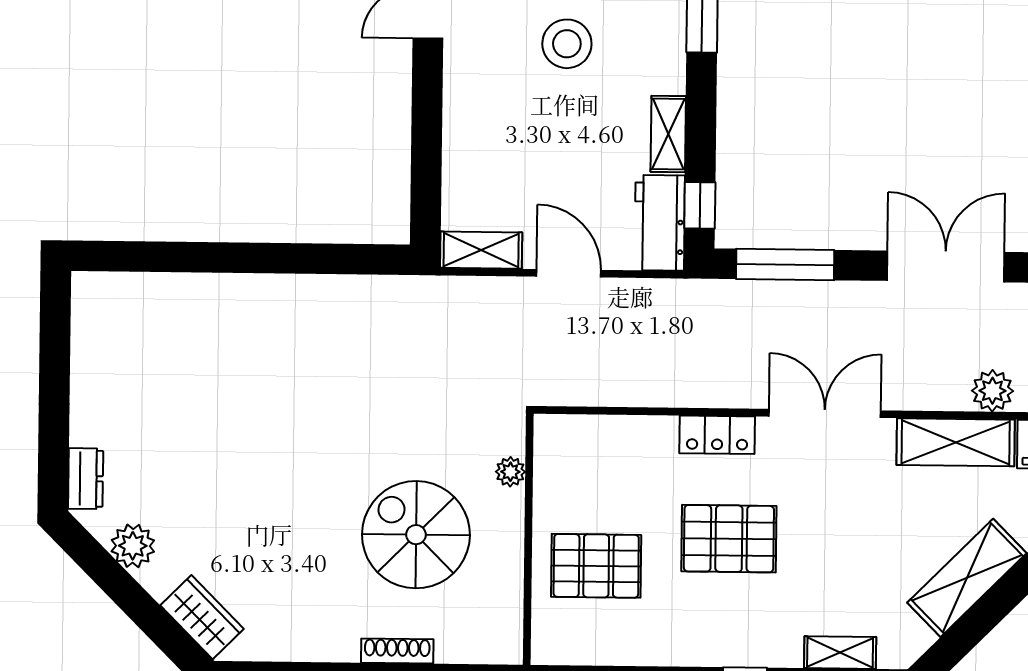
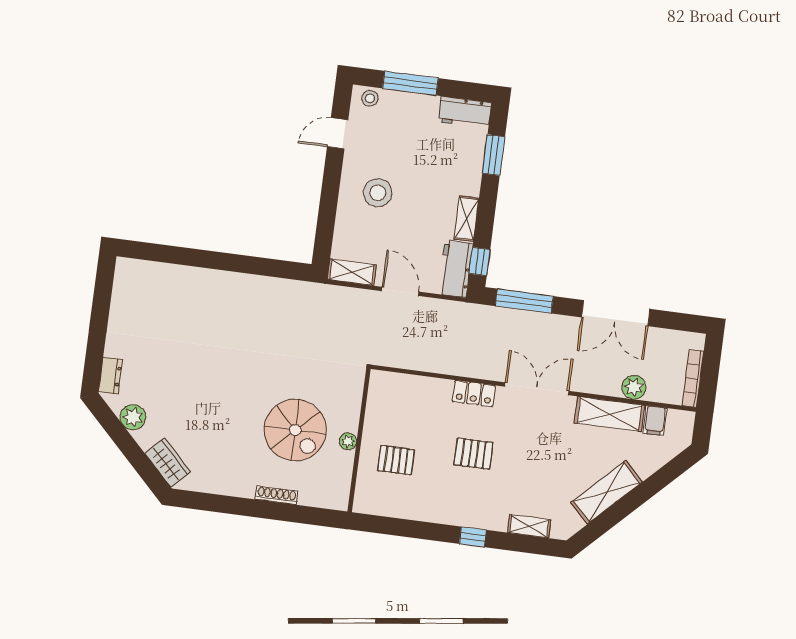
stool: (567, 44) -> (378, 193), moved
double door: (946, 266) -> (616, 313), swing flipped
plant: (510, 472) -> (348, 441), moved
spiral stairs: (416, 535) -> (295, 430), turned 180
pallet: (729, 539) -> (474, 454), width x0.67, depth x0.71
pallet: (596, 566) -> (396, 460), width x0.67, depth x0.71

